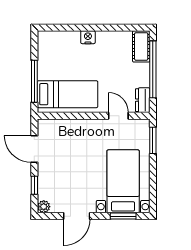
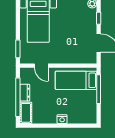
dresser: (143, 100) -> (25, 93), moved

